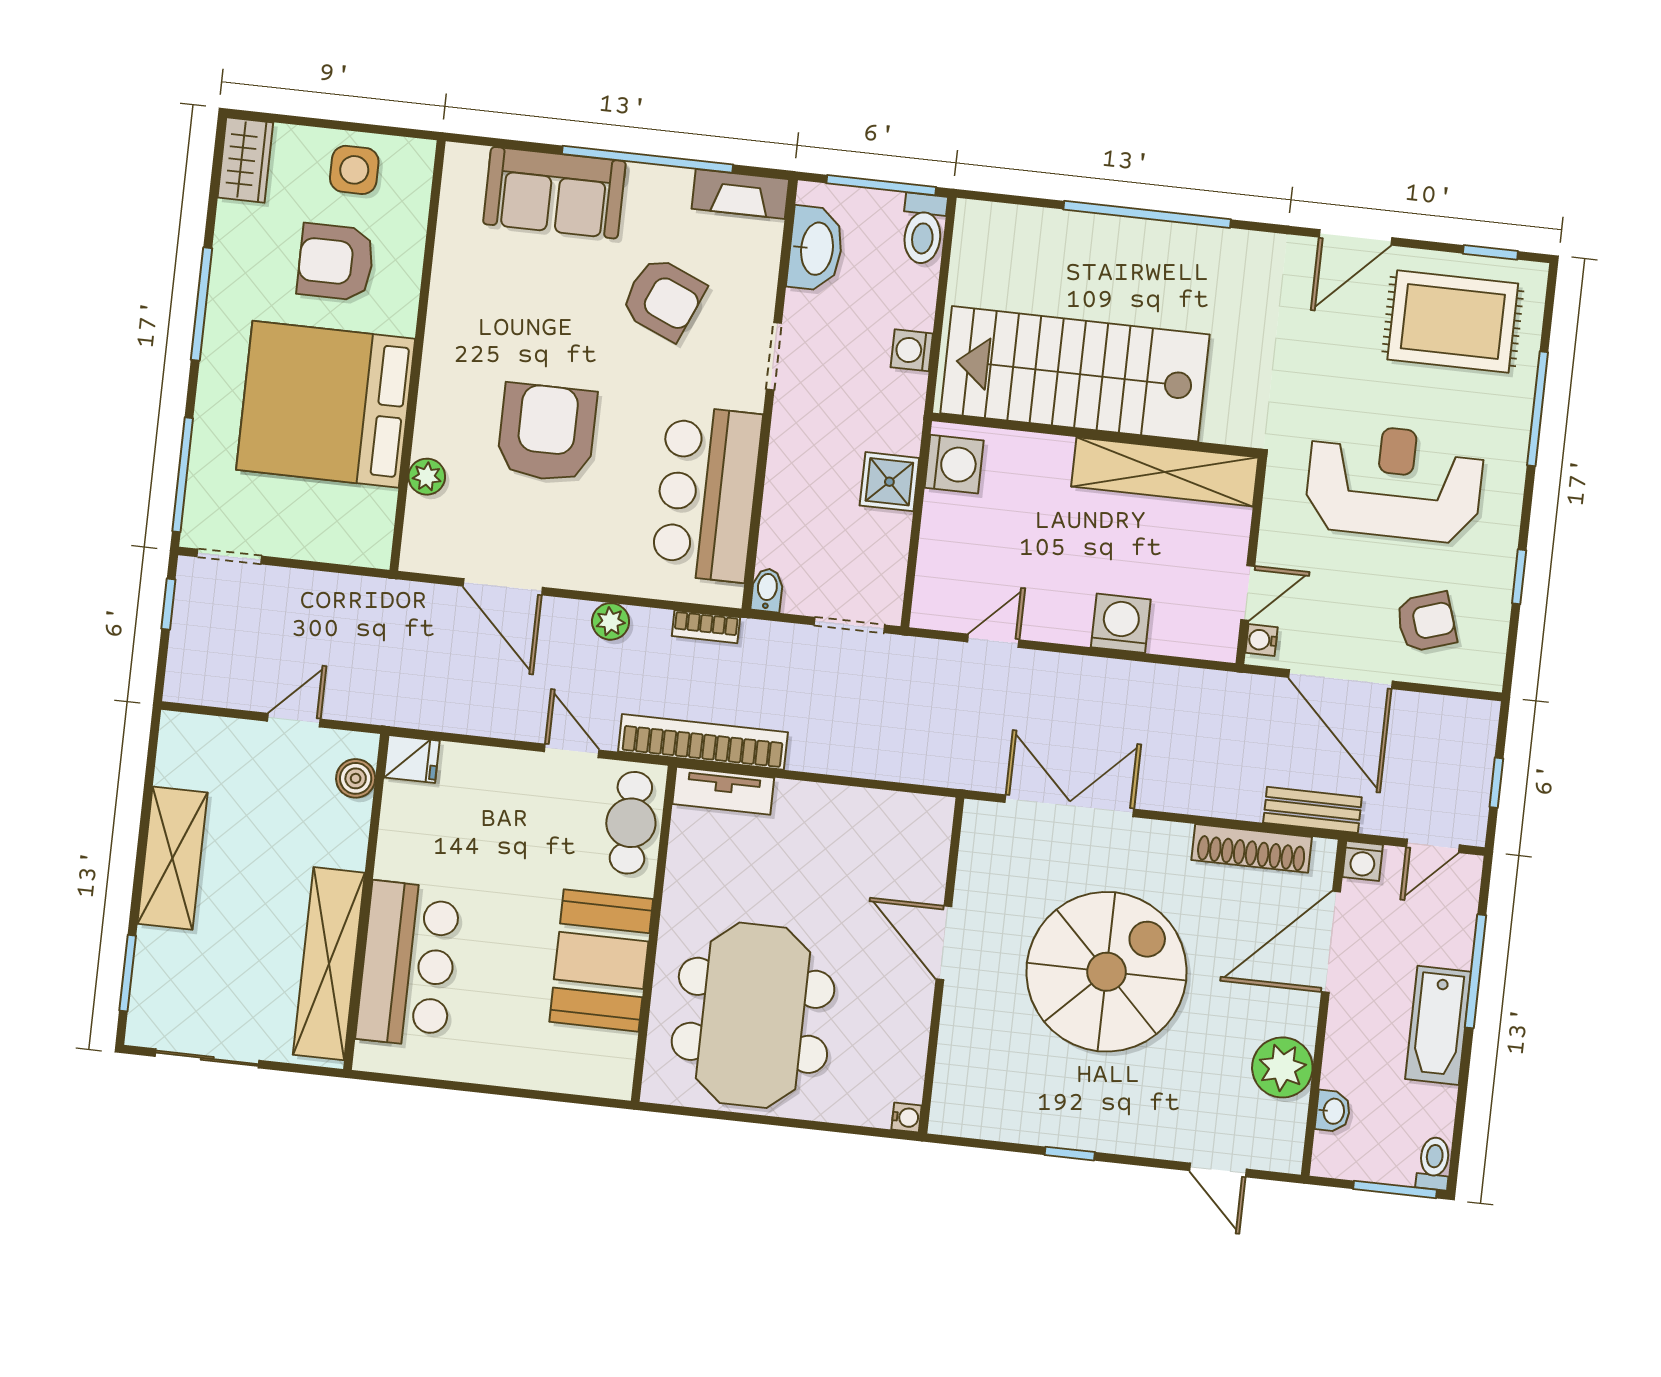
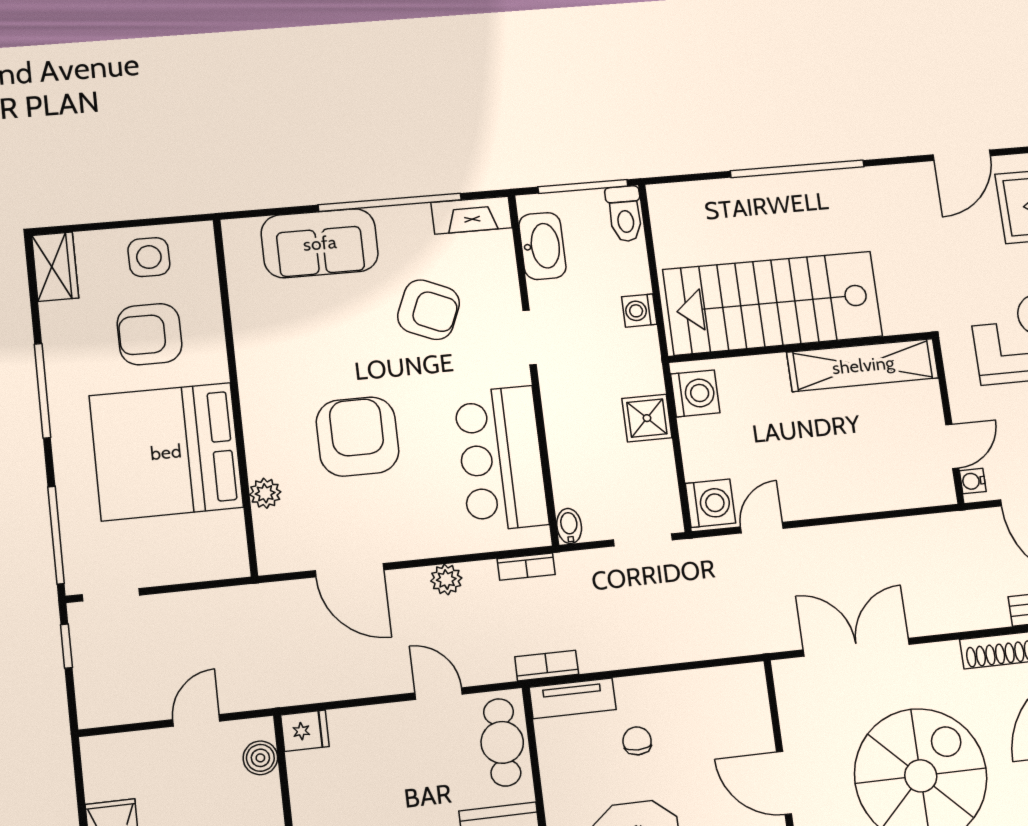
washing machine: (1121, 623) -> (710, 503), moved, turned 90
bookcase: (703, 742) -> (547, 666), width x0.43, depth x0.76
chair: (786, 856) -> (637, 741), added

